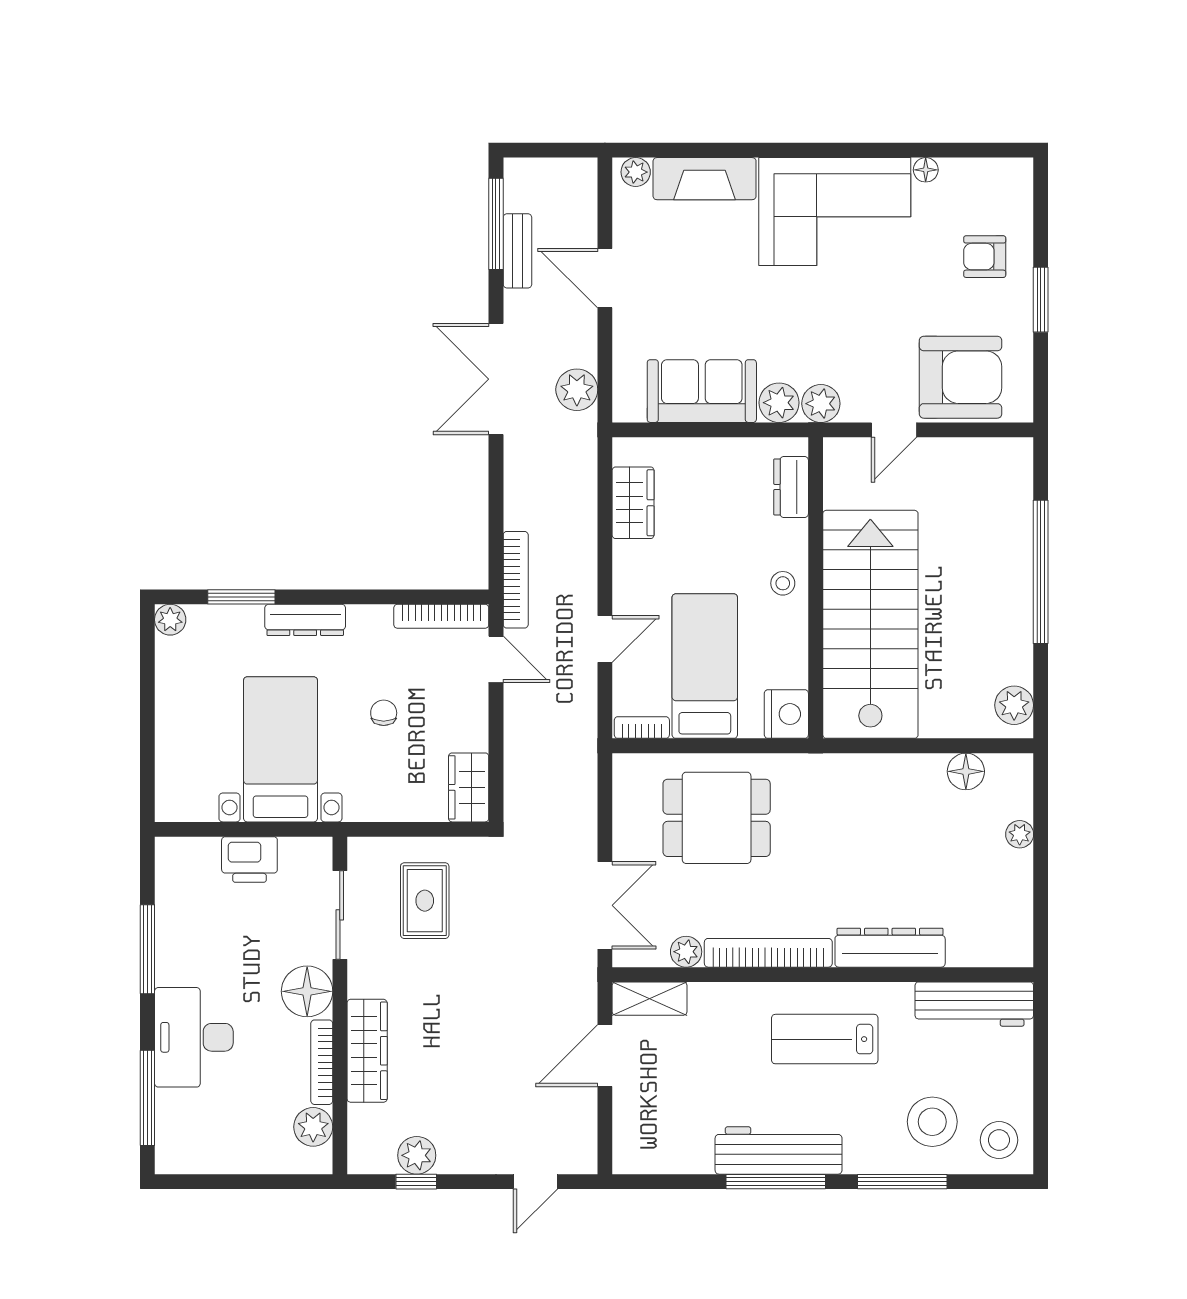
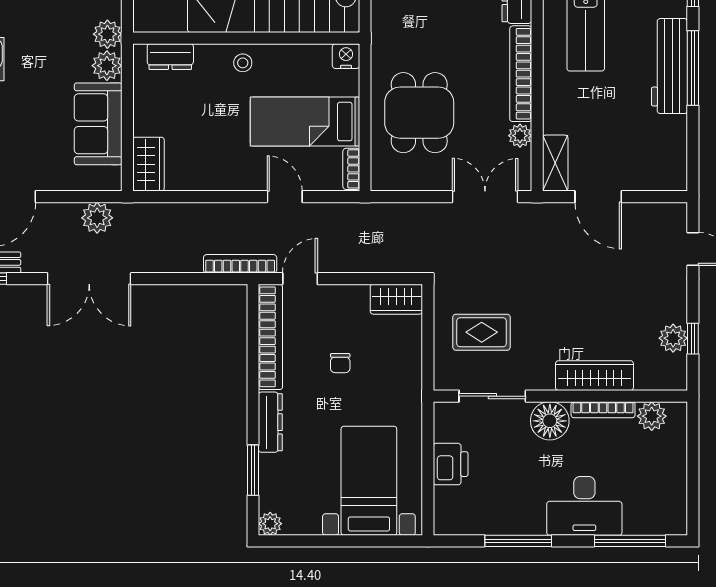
wardrobe: (633, 503) -> (148, 164), moved, turned 90
bookcase: (441, 616) -> (270, 337), width x1.48, depth x1.31
chair: (384, 713) -> (340, 363), turned -90
nightstand: (786, 714) -> (346, 56), width x0.74, depth x0.75
bed with nightstands: (280, 749) -> (369, 481), moved, turned 90

